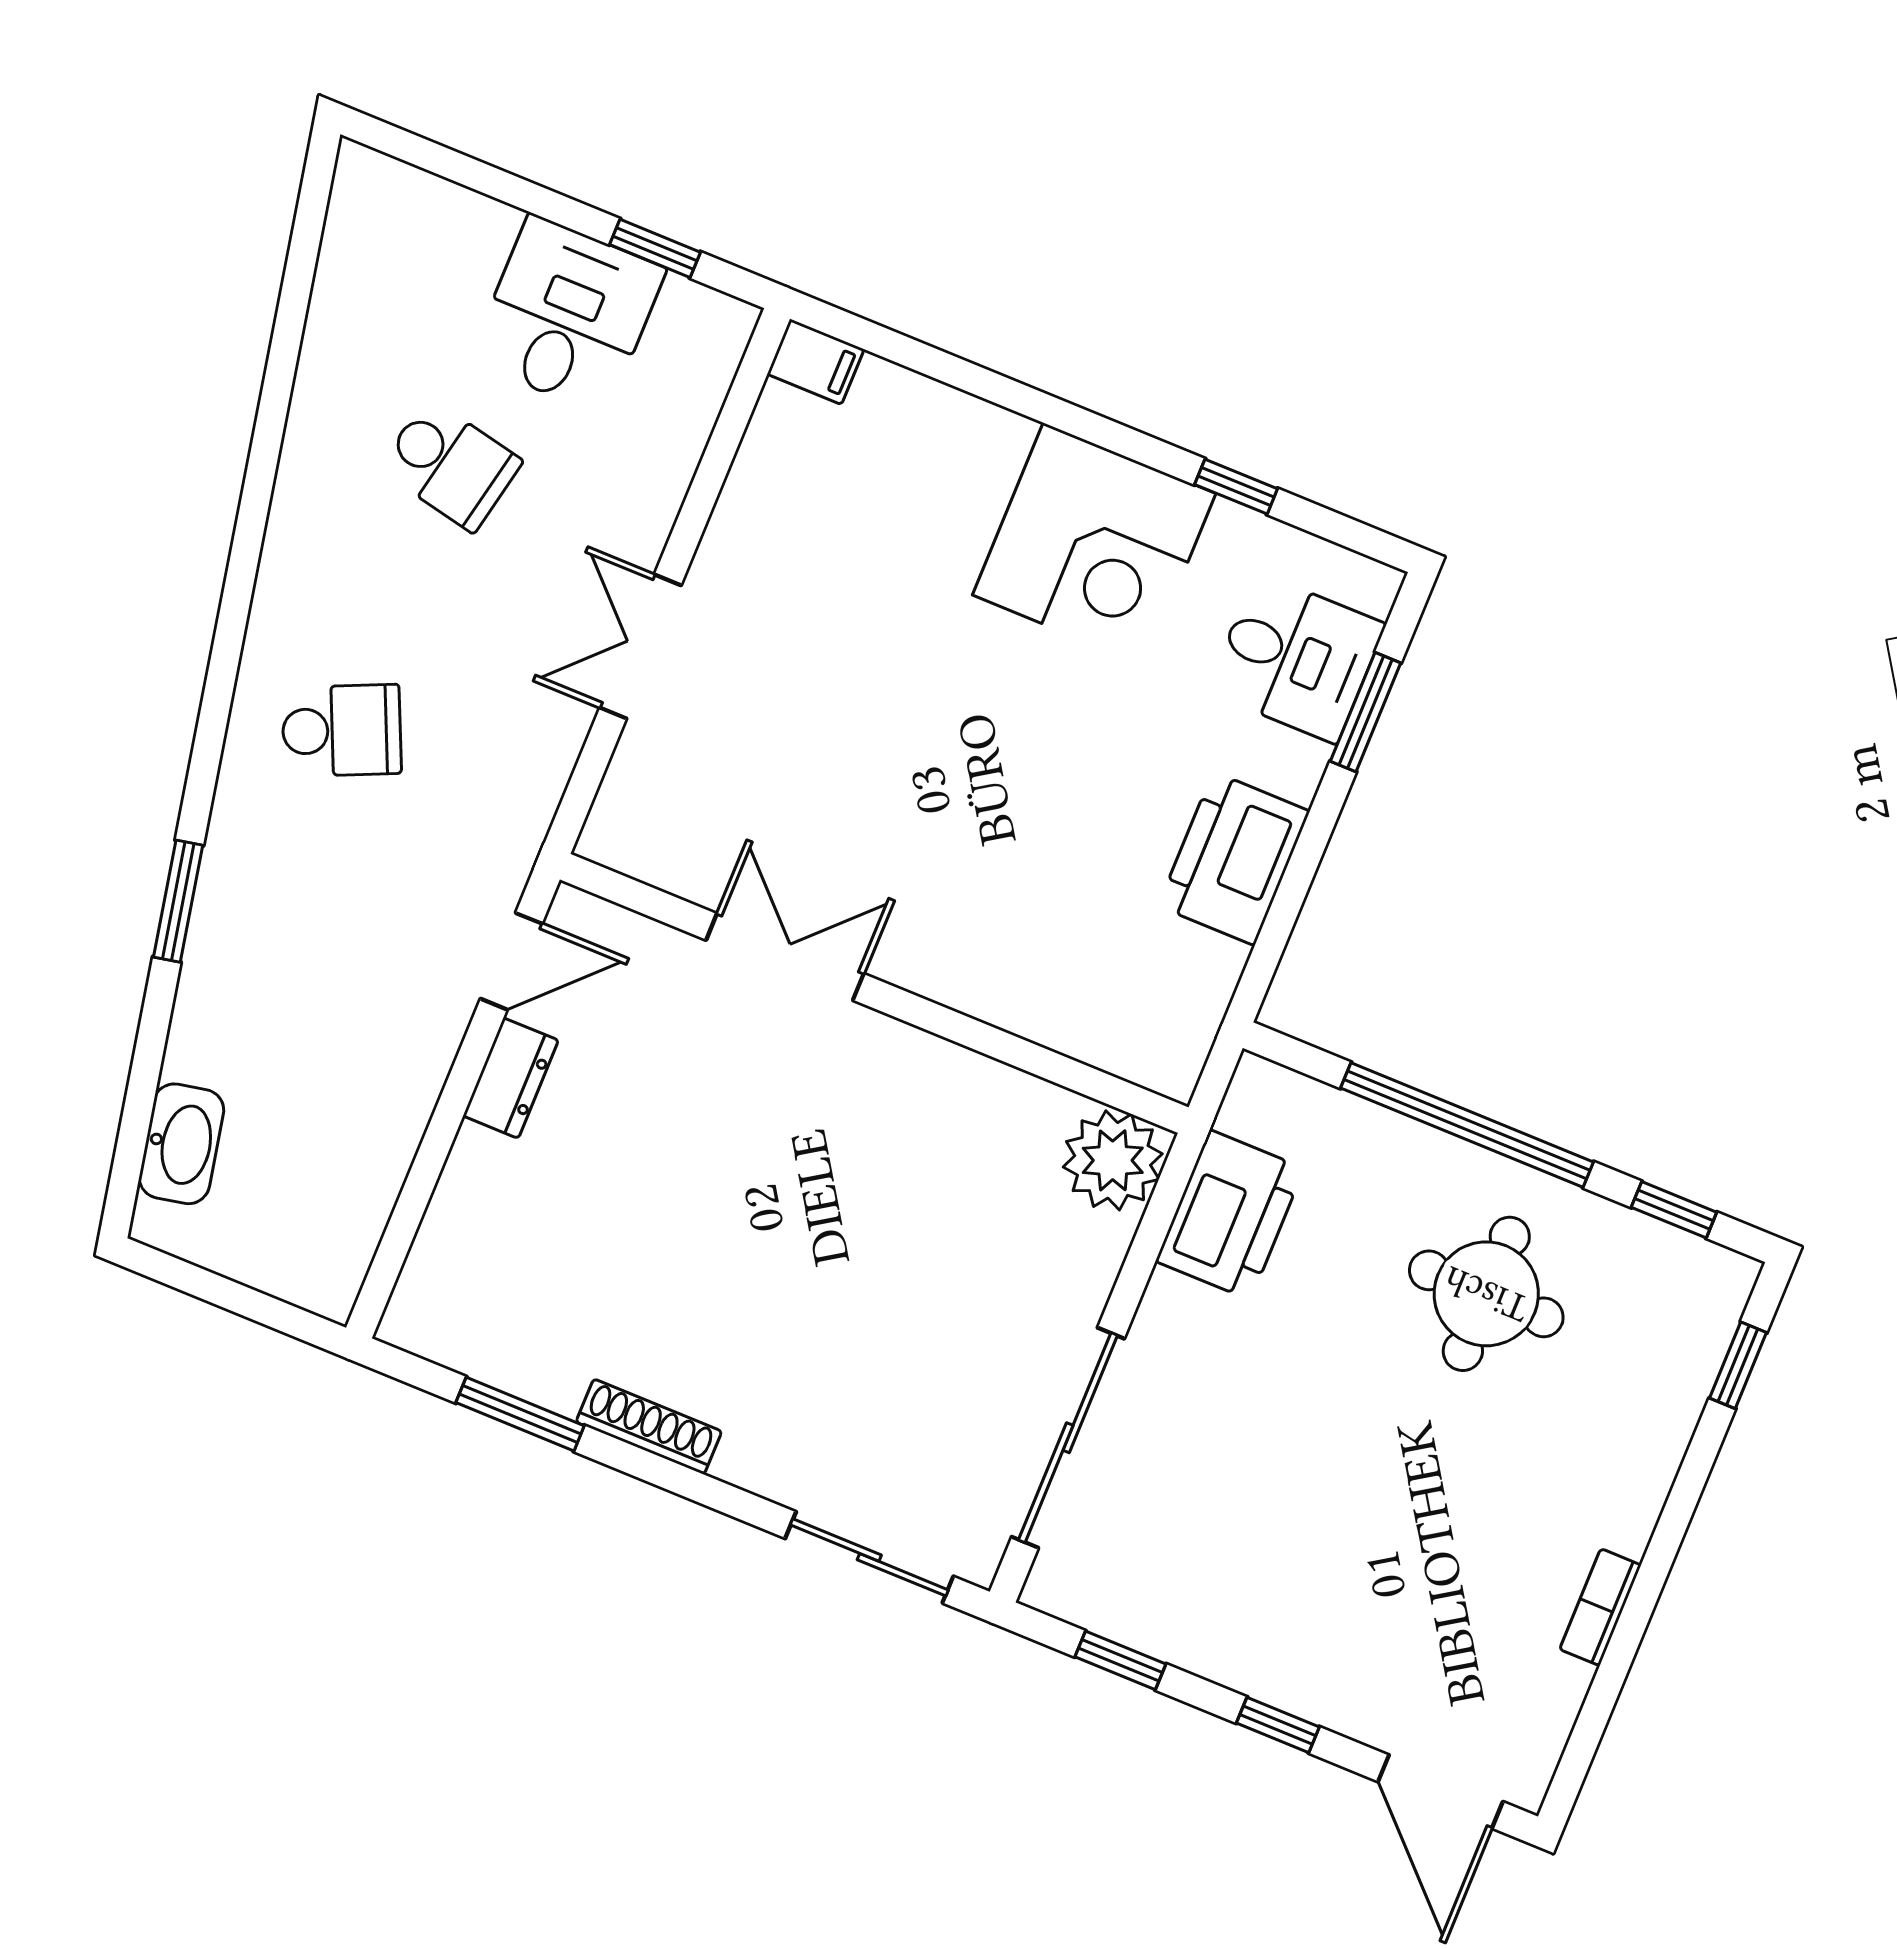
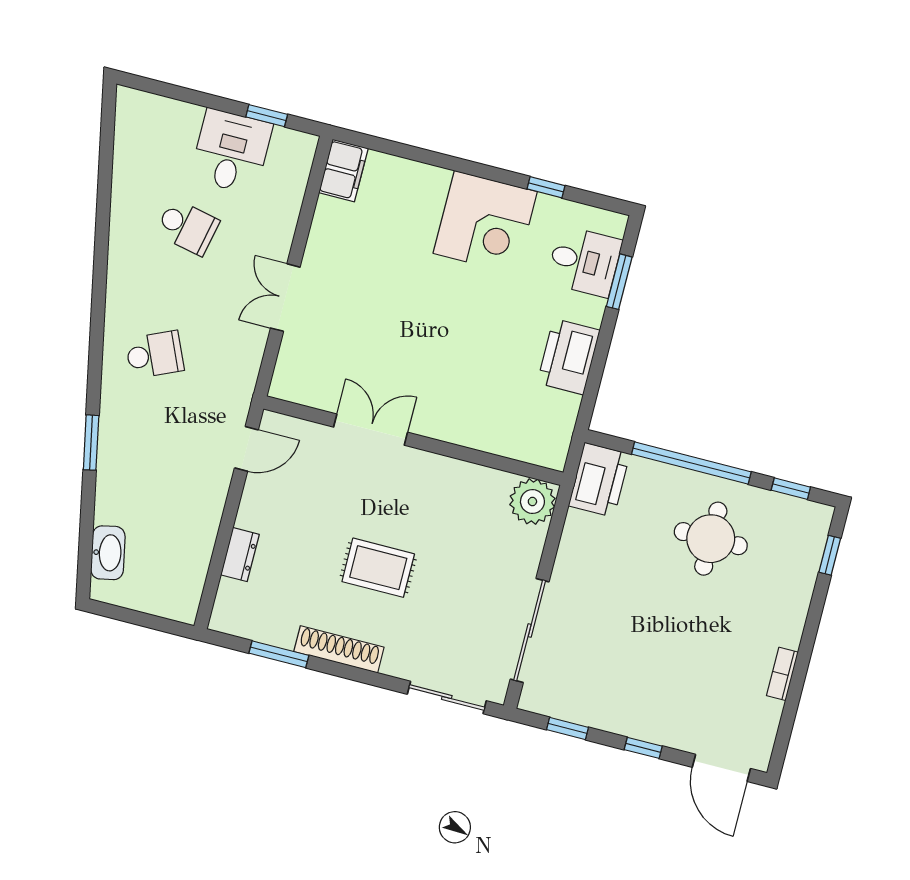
filing cabinet: (816, 362) -> (343, 170), width x2.00
dresser: (511, 1078) -> (240, 555), moved
printer: (1230, 1215) -> (599, 480), moved
rug: (760, 1257) -> (378, 568), added
shoe rack: (649, 1427) -> (339, 649), width x1.36, depth x1.24

